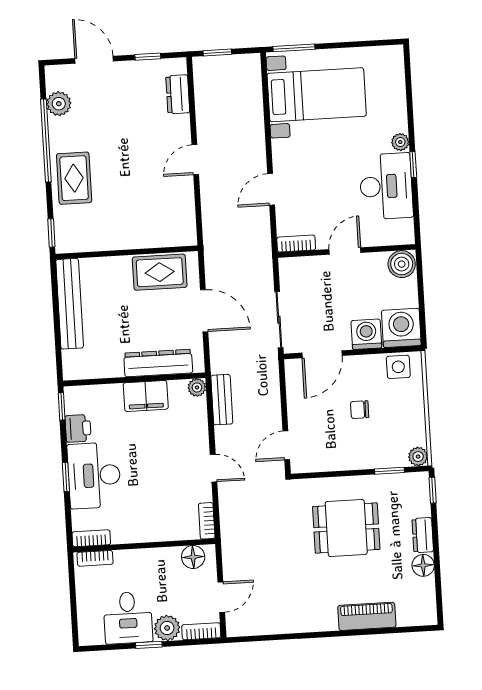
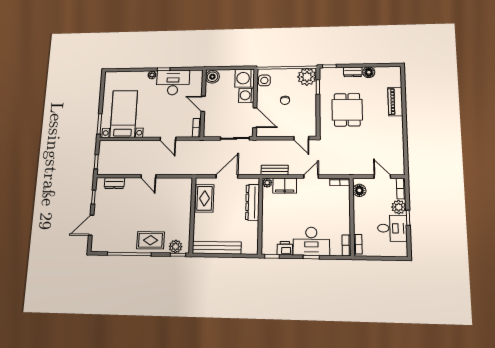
plant: (59, 104) -> (176, 247), moved
filing cabinet: (146, 396) -> (285, 186), moved, turned 90
plant: (418, 457) -> (307, 77), width x1.88, depth x1.88

